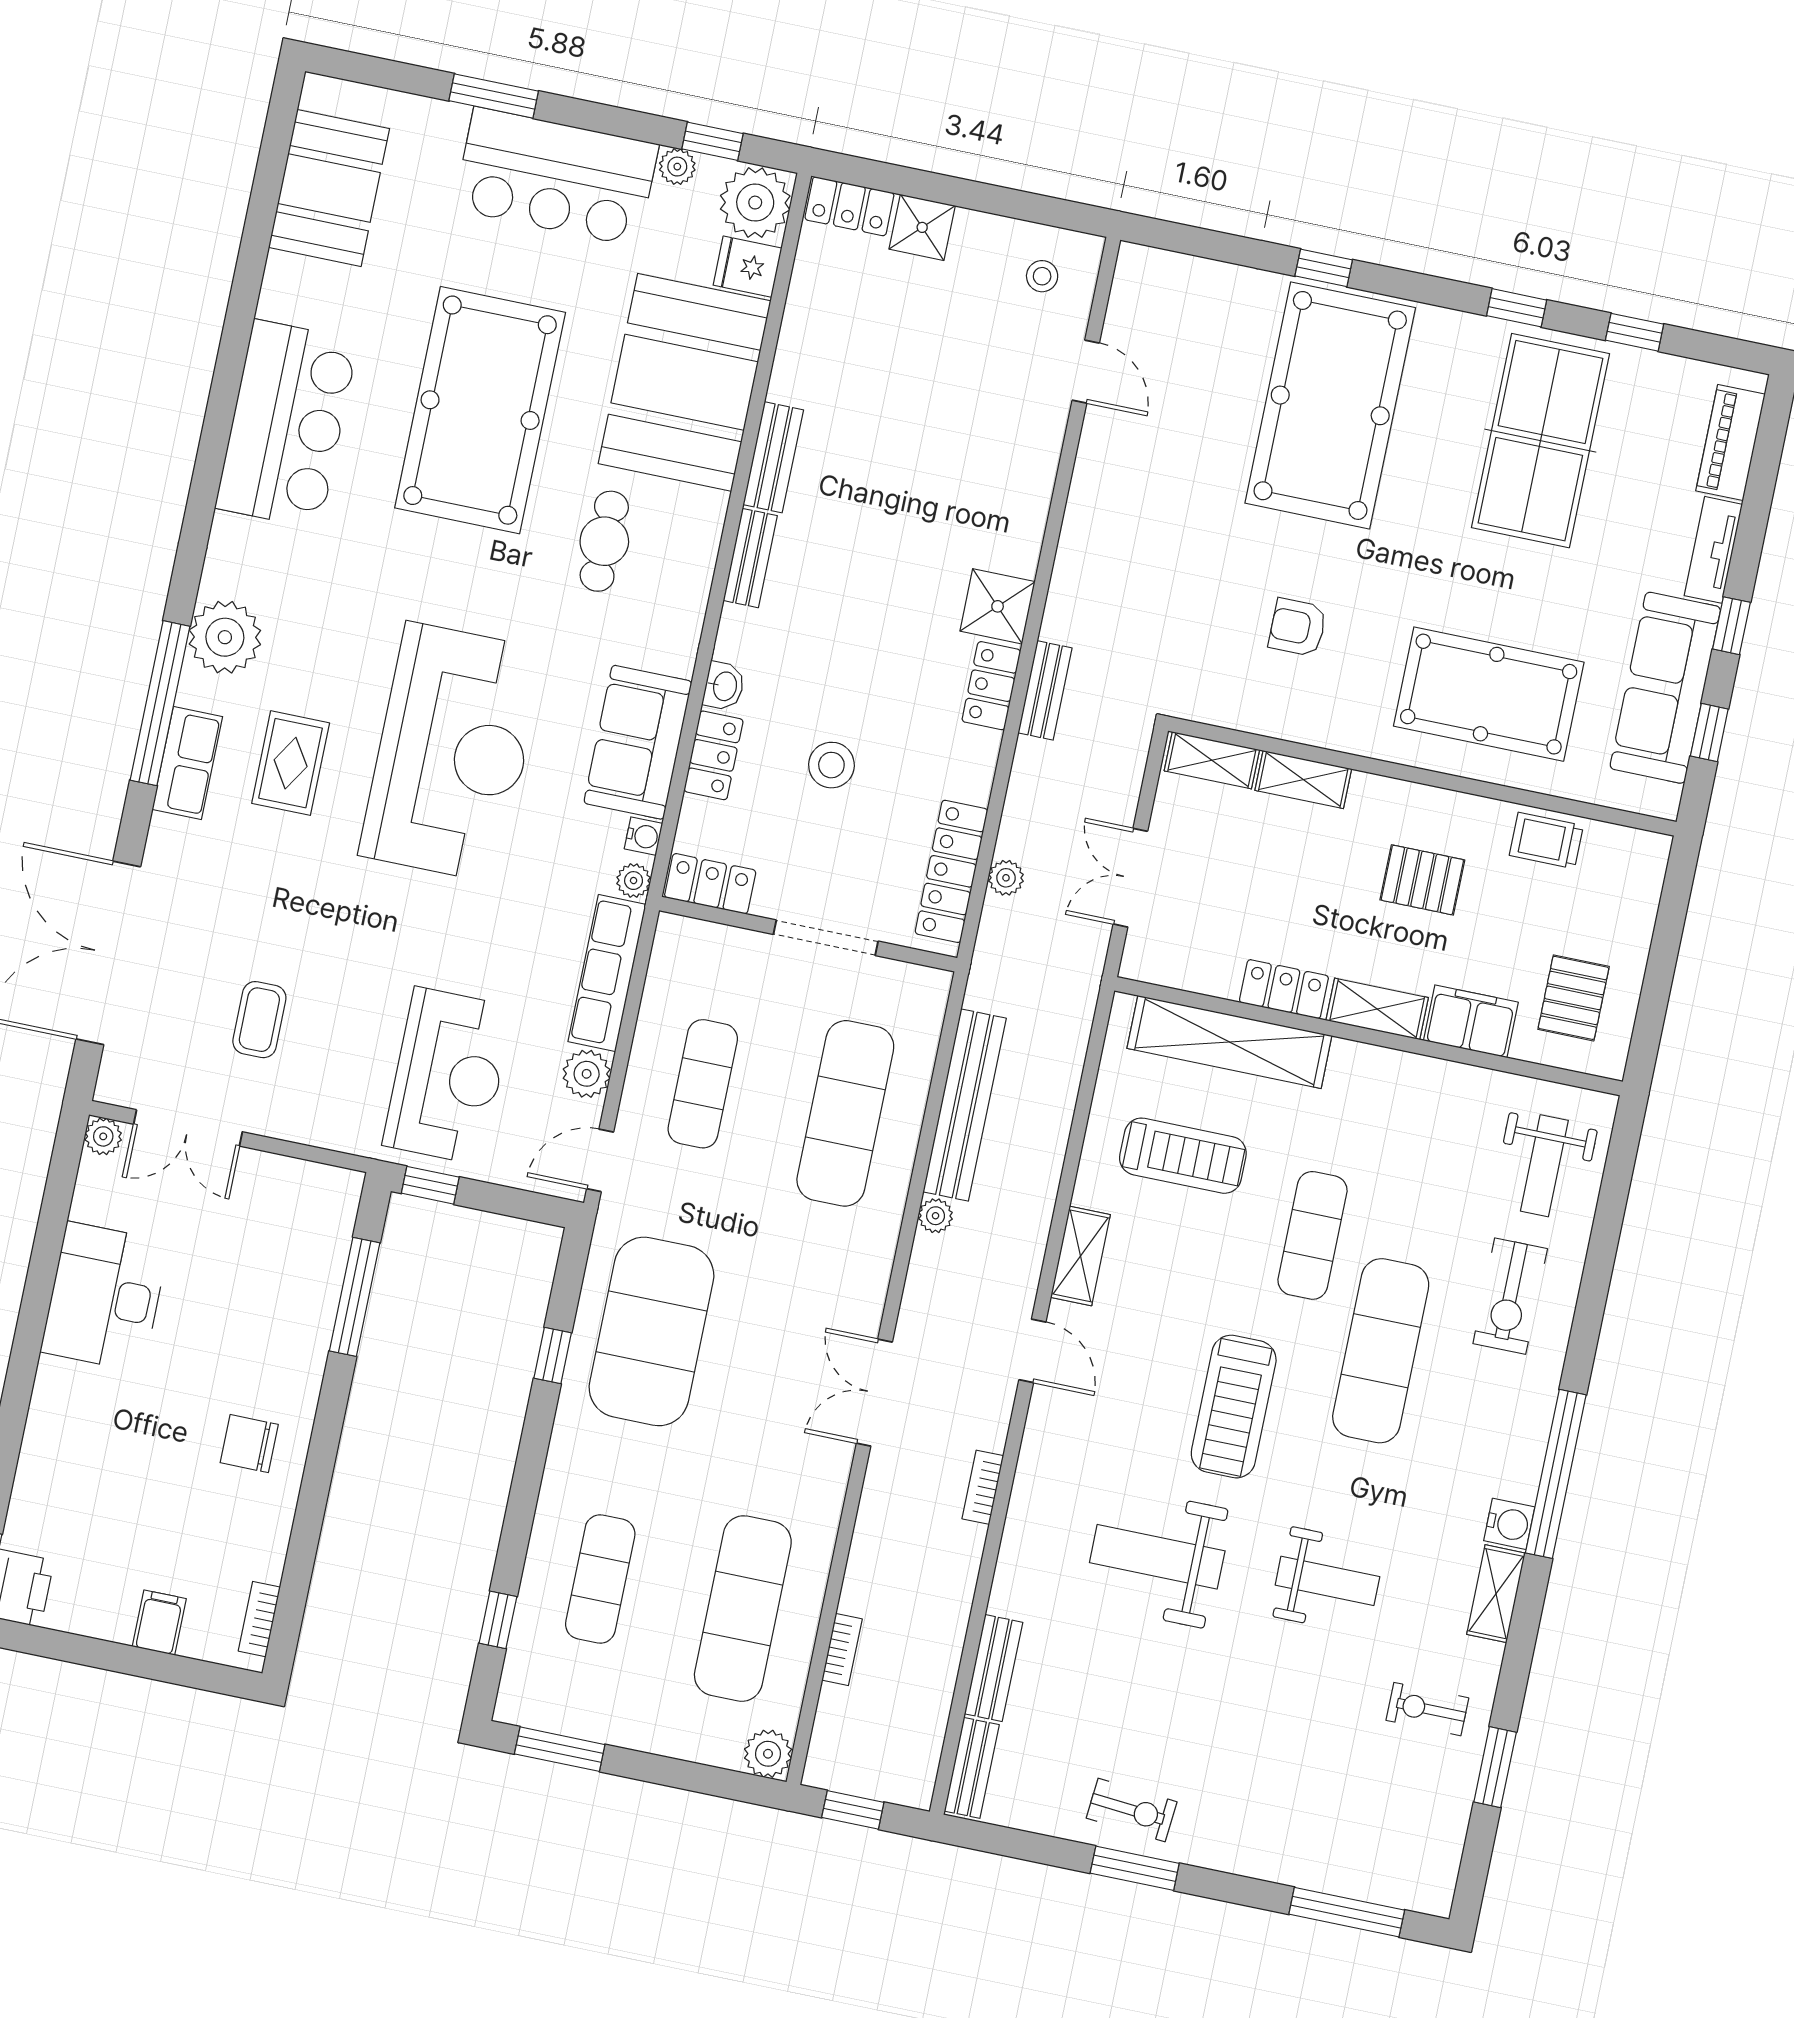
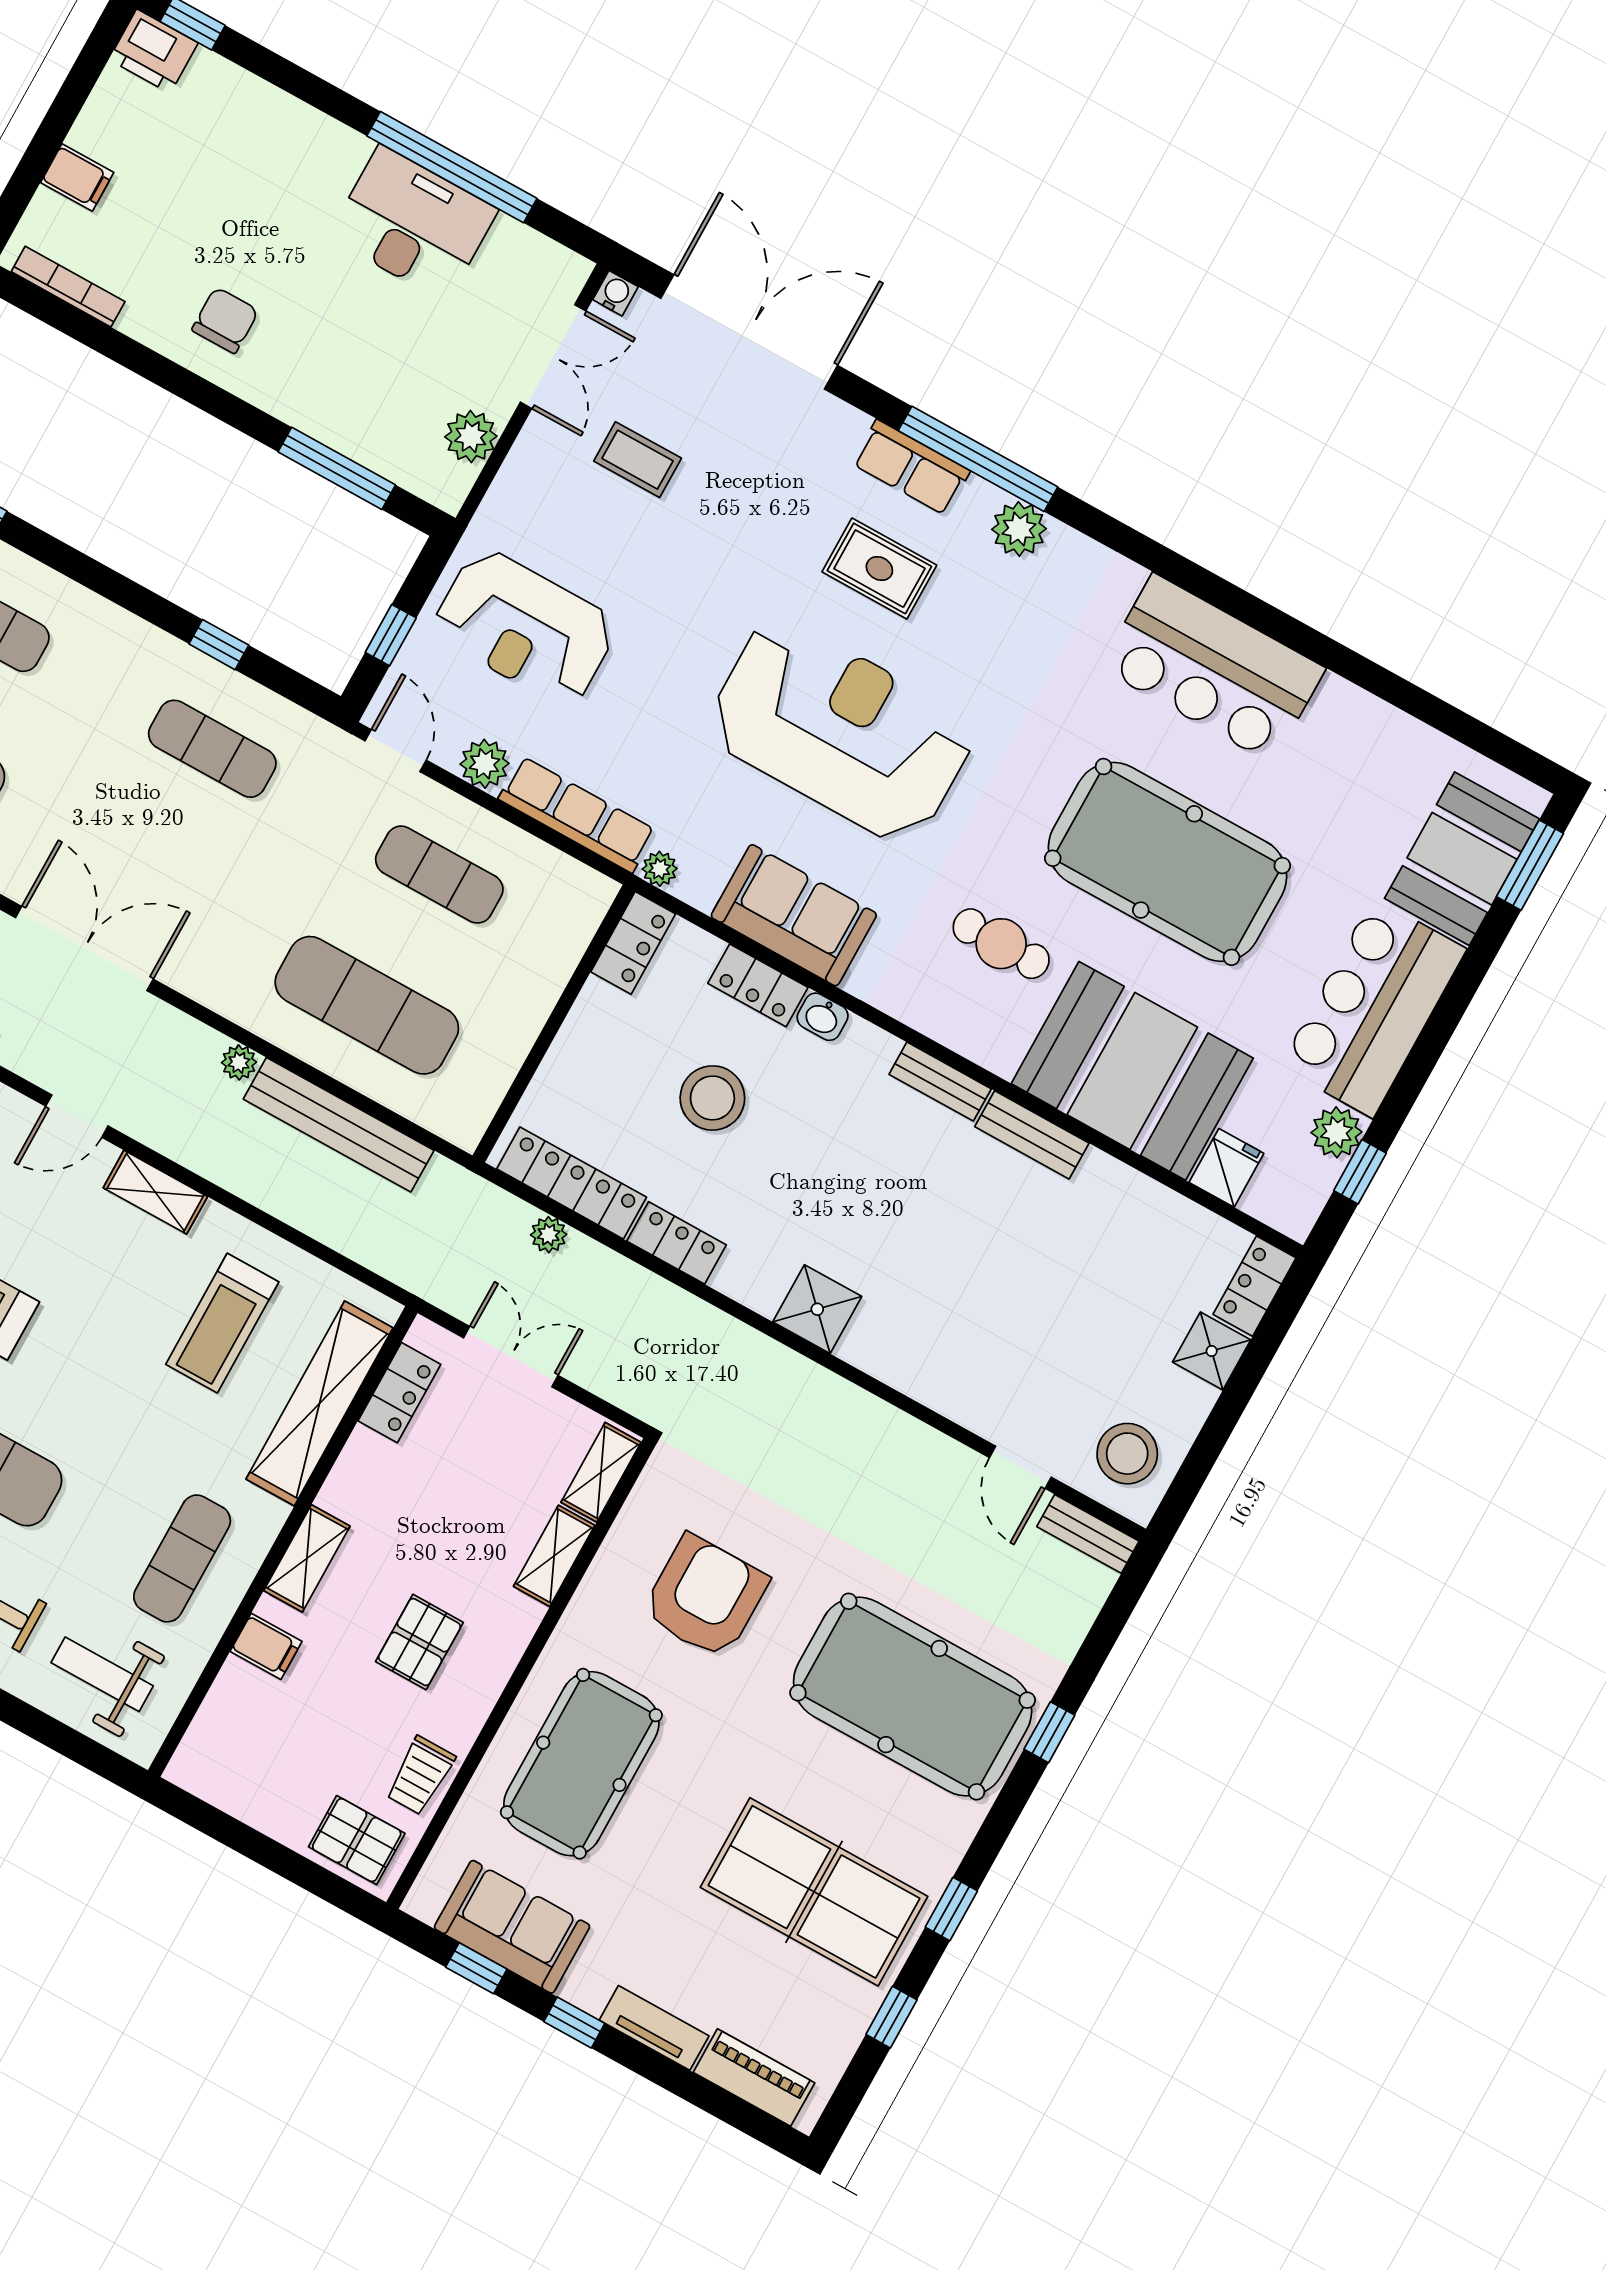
window: (494, 96) -> (1530, 865), moved
plant: (677, 167) -> (1336, 1132), width x1.38, depth x1.38
booth: (329, 188) -> (1462, 859), moved, turned 90
plant: (755, 203) -> (1287, 1195), removed
stool: (1042, 276) -> (1127, 1454), width x1.89, depth x1.89
door: (1086, 372) -> (1020, 1467), hinge flipped
armchair: (1298, 627) -> (705, 1597), width x1.88, depth x1.88
plant: (225, 637) -> (1019, 529), width x0.73, depth x0.73
locker: (991, 686) -> (677, 1243), moved
sofa: (1665, 688) -> (512, 1927), width x0.73
bench: (1045, 690) -> (1088, 1534), moved
reception desk: (452, 752) -> (840, 730), turned 180
stool: (831, 765) -> (712, 1098), width x1.38, depth x1.38
water cooler: (644, 836) -> (616, 293), moved, turned 180
trolley: (1546, 840) -> (420, 1776), turned 180
doorway: (826, 938) -> (545, 1040), removed
locker: (1284, 989) -> (399, 1393), moved
pallet: (1574, 998) -> (357, 1840), moved
filing cabinet: (1471, 1021) -> (266, 1646), width x0.50
double door: (188, 1128) -> (553, 357), swing flipped
plant: (103, 1136) -> (471, 436), moved, width x1.38, depth x1.38
window: (430, 1185) -> (391, 635), moved
exercise mat: (1312, 1235) -> (182, 1558), moved, turned 90
window: (41, 1277) -> (452, 167), added
exercise mat: (651, 1331) -> (212, 749), width x0.50, depth x0.69
double door: (874, 1393) -> (84, 948), width x1.37
bookcase: (259, 1619) -> (68, 287), width x1.56

